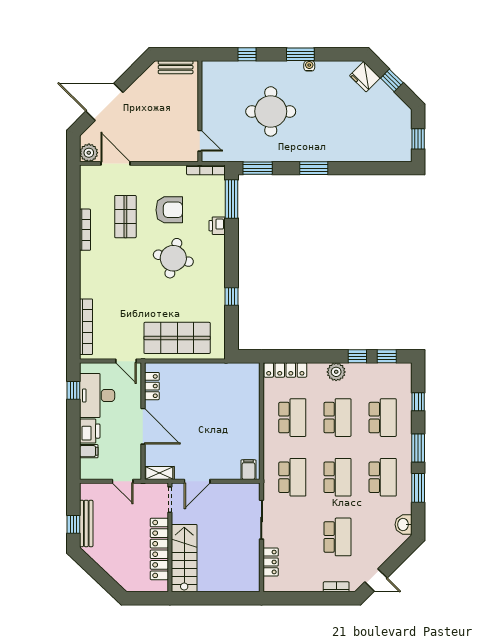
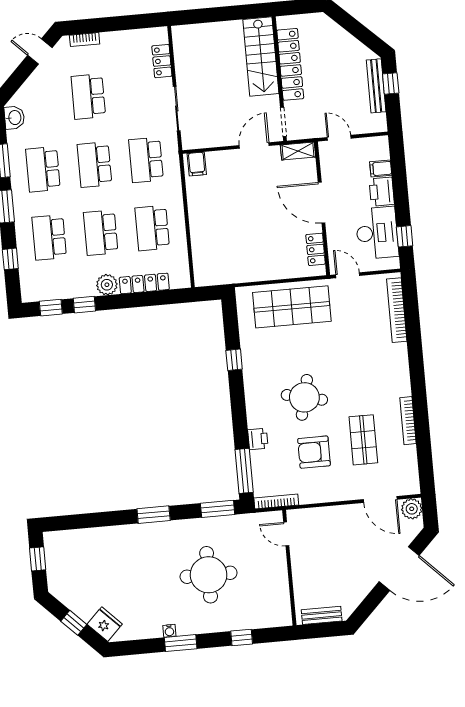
locker: (285, 370) -> (144, 283), moved

